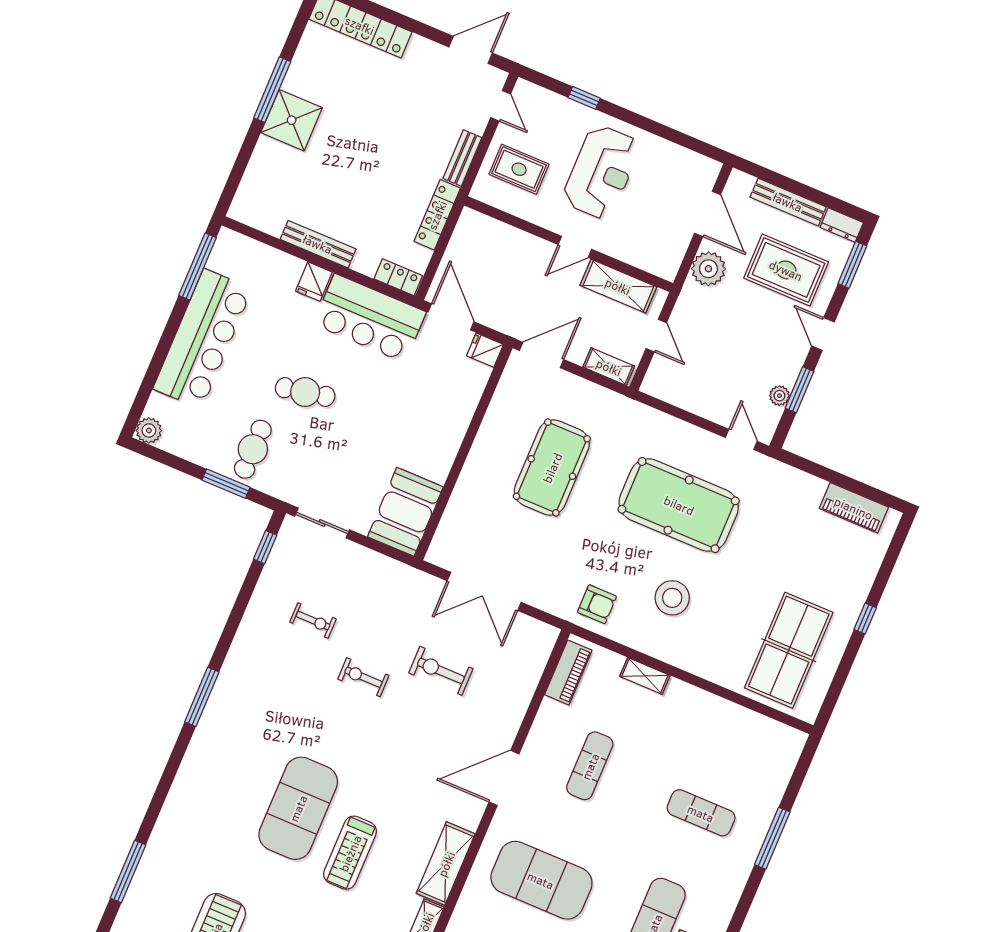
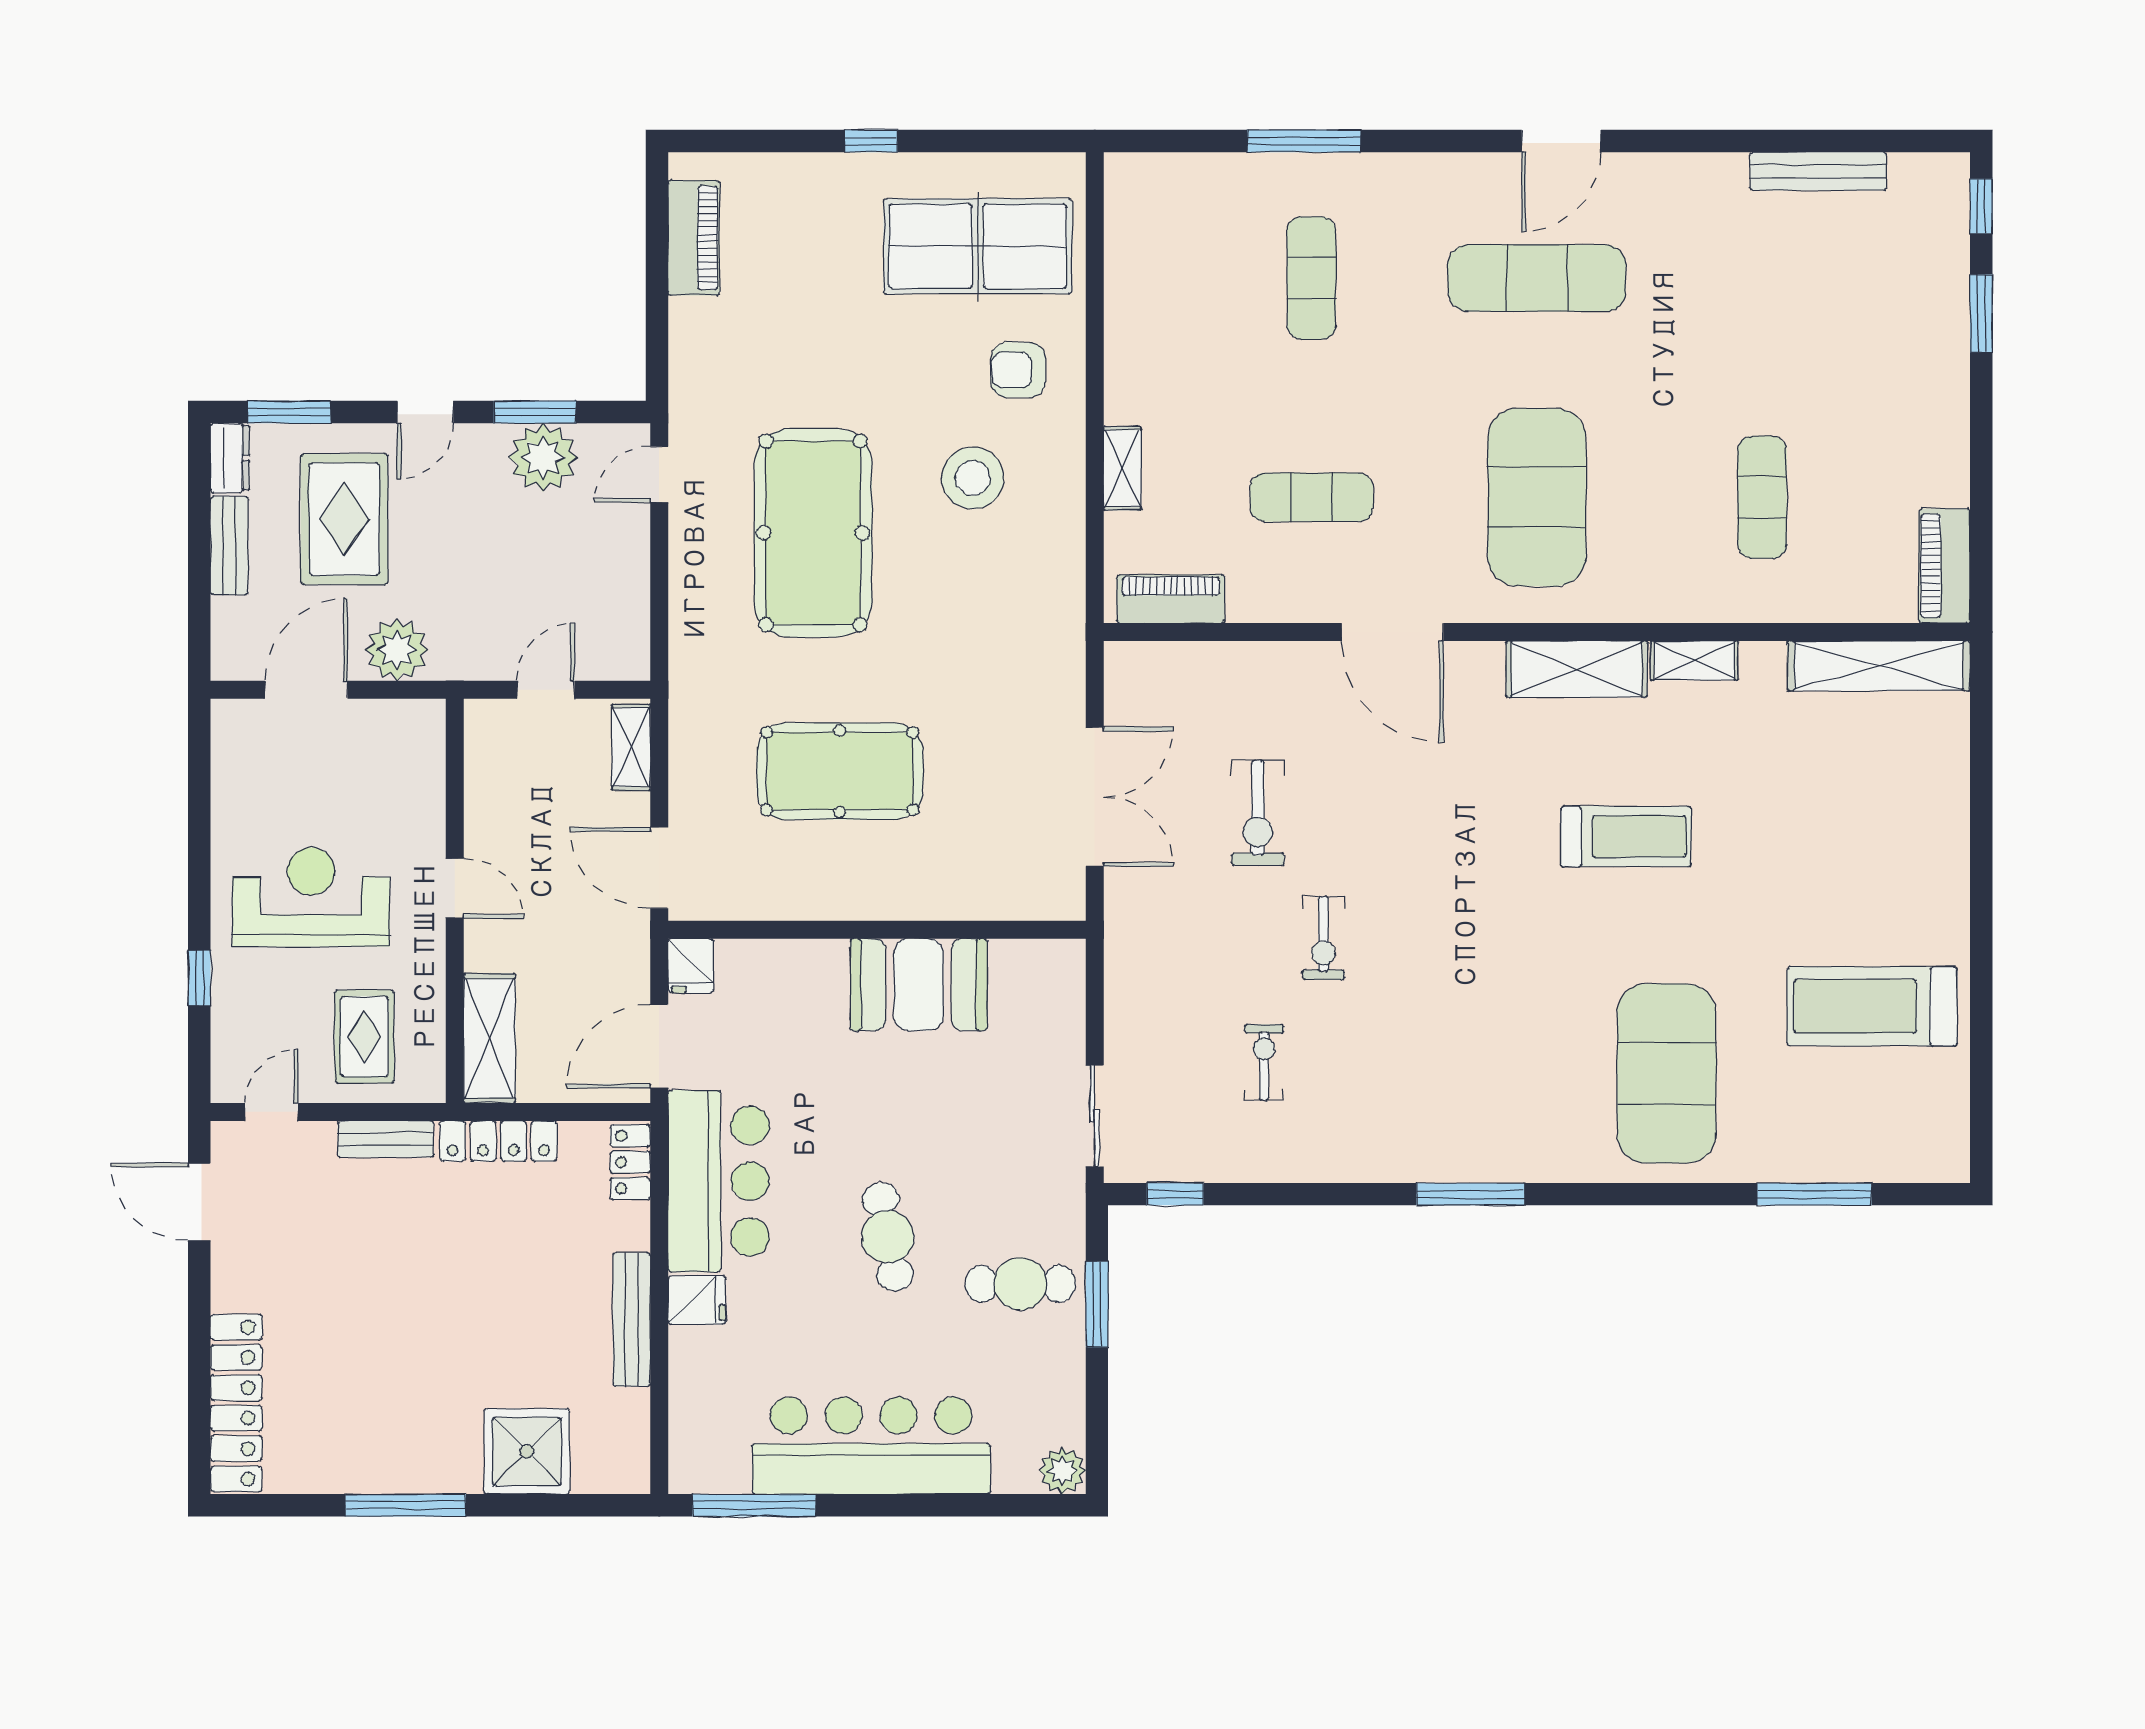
shower: (292, 120) -> (527, 1451), moved
bench: (788, 202) -> (229, 546), width x0.73
shelving: (618, 286) -> (490, 1038), moved
plant: (779, 396) -> (543, 457), width x1.87, depth x1.87
booth: (405, 512) -> (919, 985), moved
armchair: (597, 604) -> (1018, 370), moved, turned -90
exercise mat: (298, 808) -> (1666, 1073), moved, turned 90

